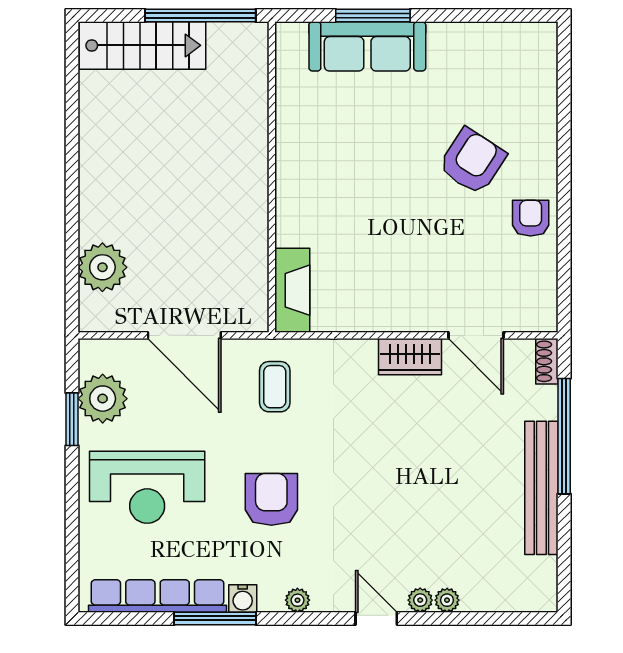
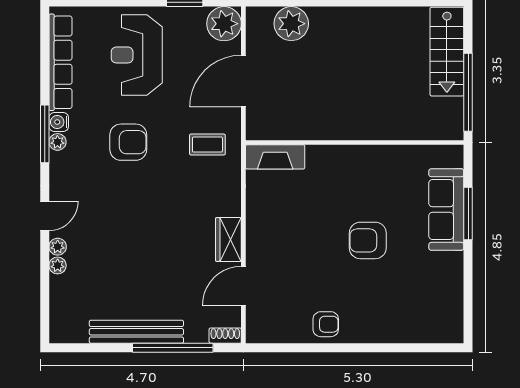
armchair: (472, 161) -> (368, 240), moved, turned 147
plant: (103, 399) -> (224, 24), moved
plant: (297, 600) -> (57, 142), moved
window: (215, 618) -> (45, 134), moved

